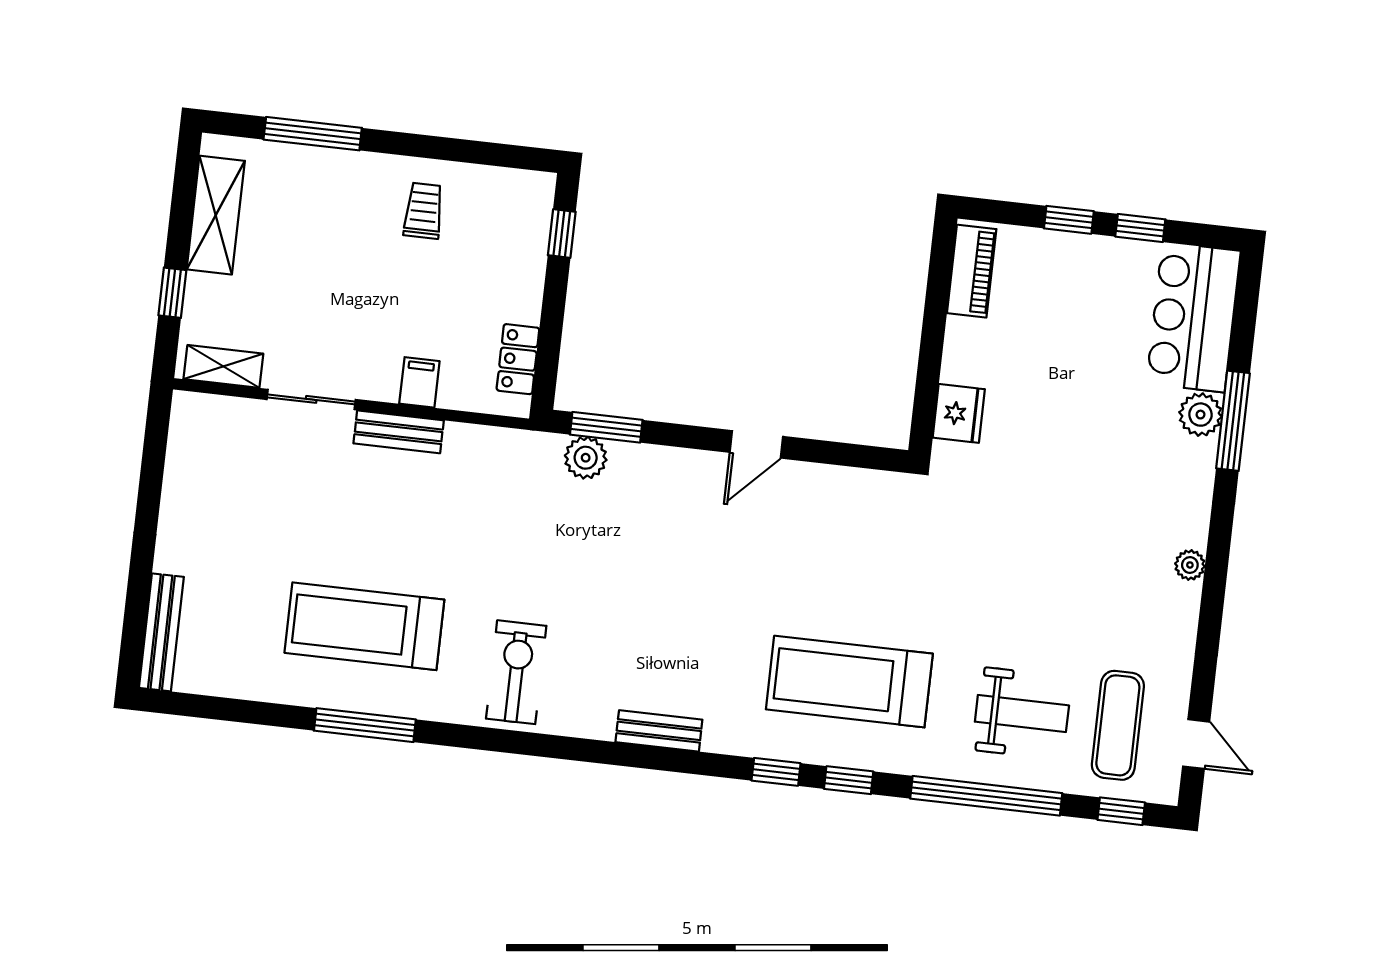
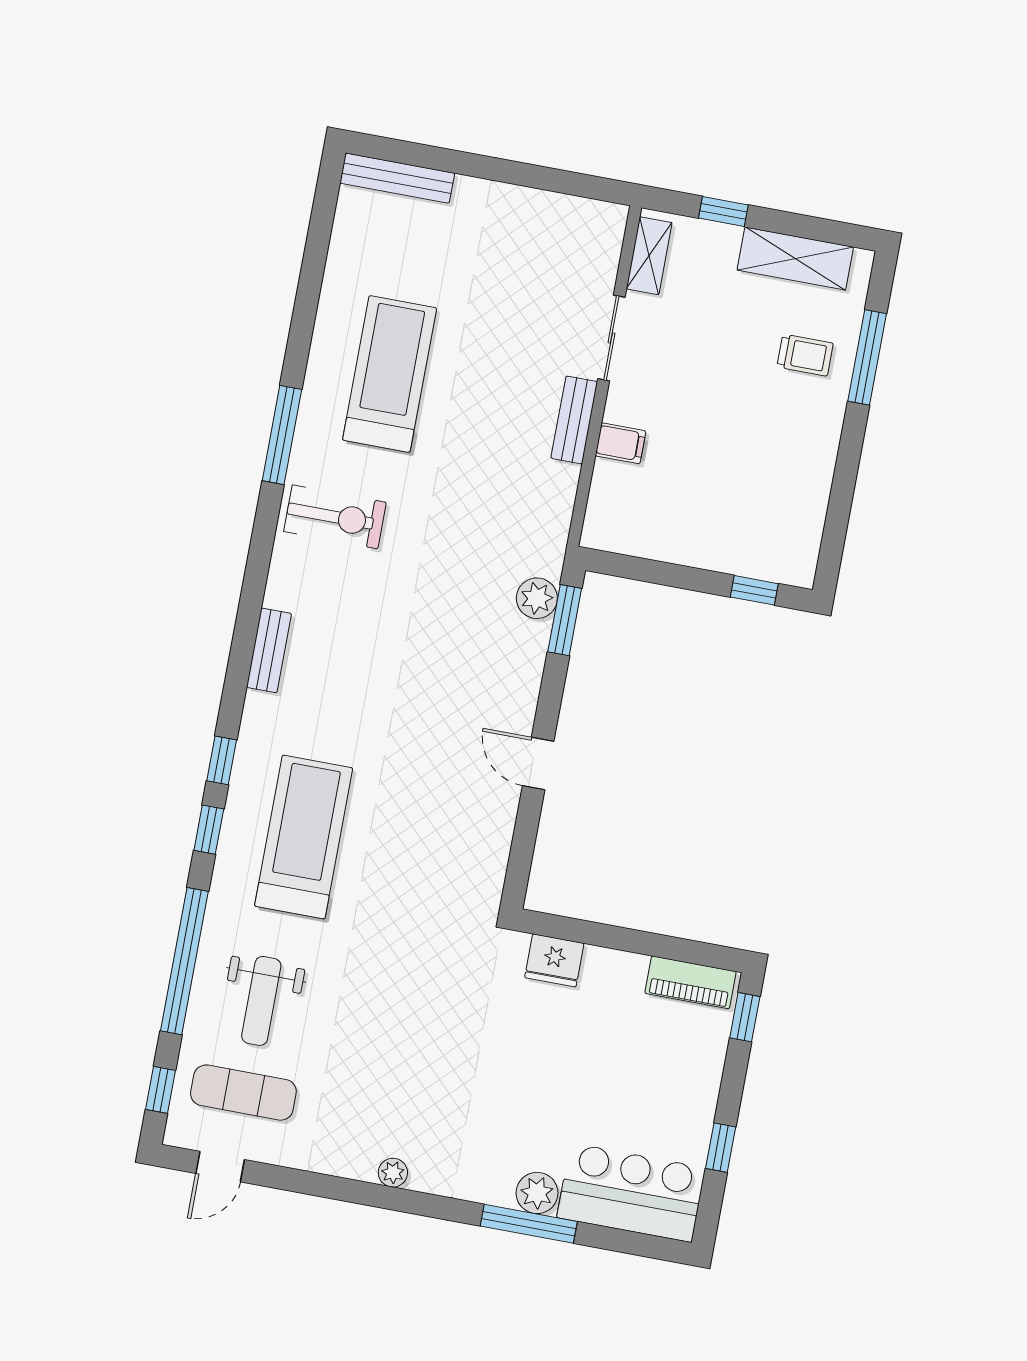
trolley: (424, 211) -> (805, 355), moved
window: (1069, 220) -> (745, 1017), moved
locker: (518, 359) -> (636, 540), removed
window: (365, 725) -> (282, 435), moved

